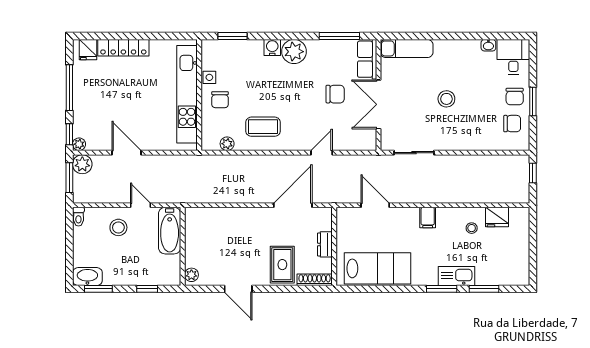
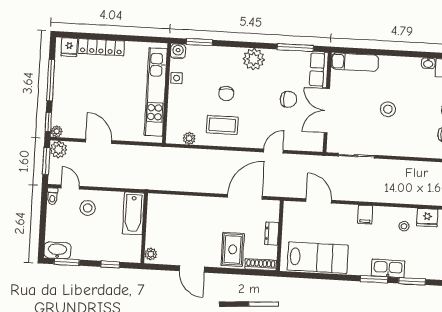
water cooler: (272, 48) -> (178, 51), moved
chair: (220, 100) -> (226, 94), moved
door: (140, 205) -> (70, 187), moved

